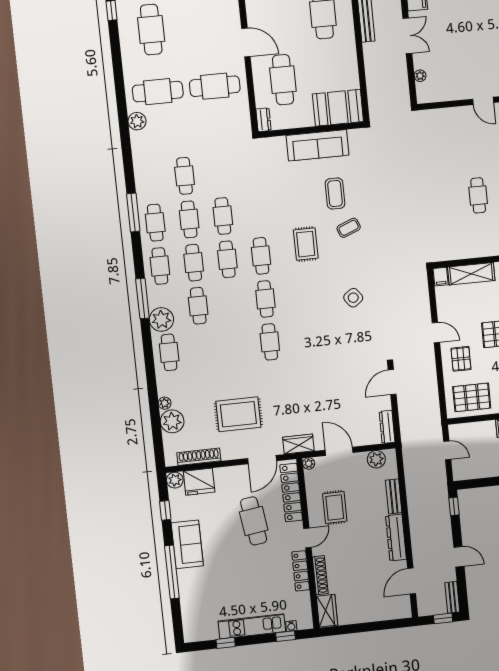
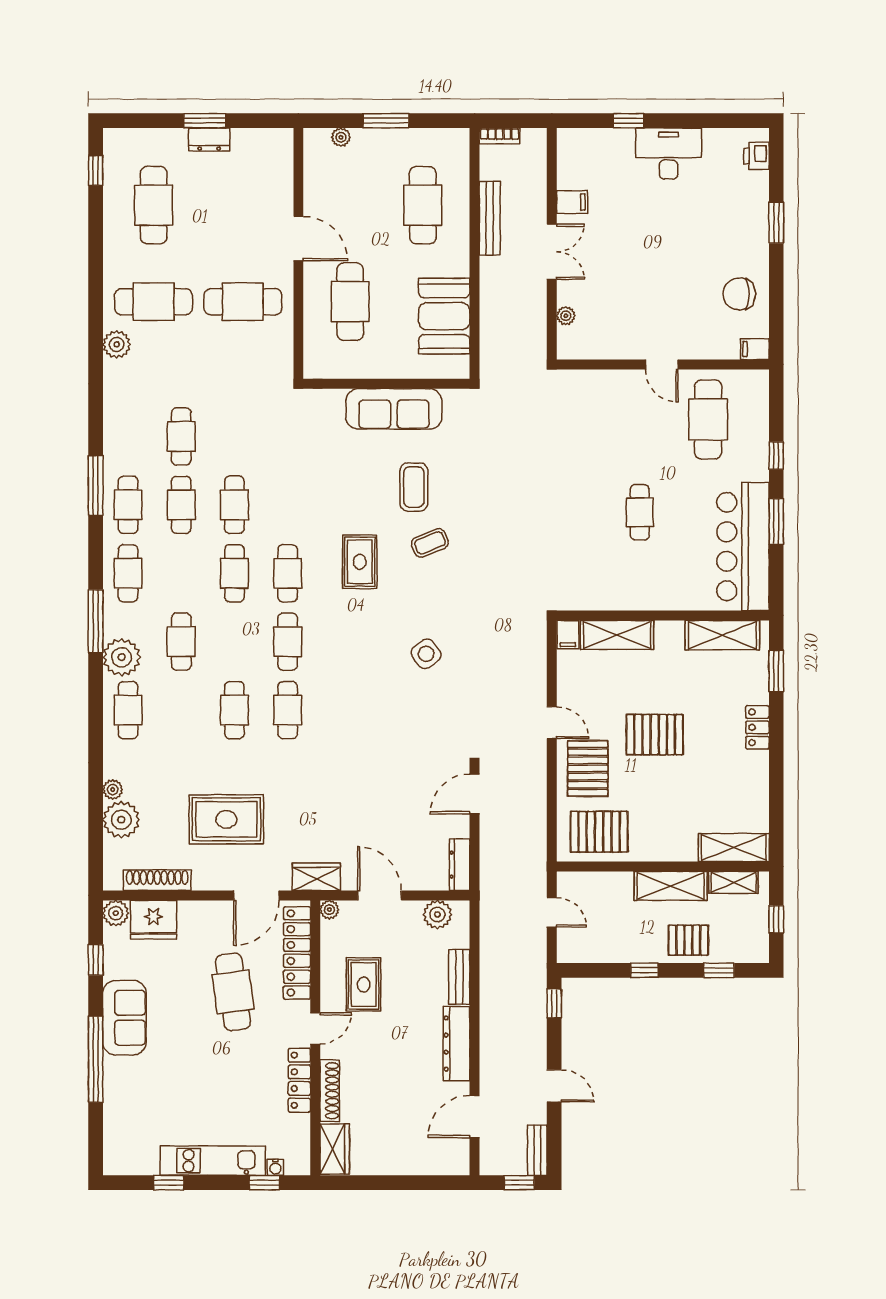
booth: (338, 108) -> (444, 316), moved, turned 90
dresser: (263, 120) -> (313, 361), removed
cafe table: (194, 263) -> (234, 710), moved
pallet: (461, 359) -> (588, 768), width x1.50, depth x1.42

